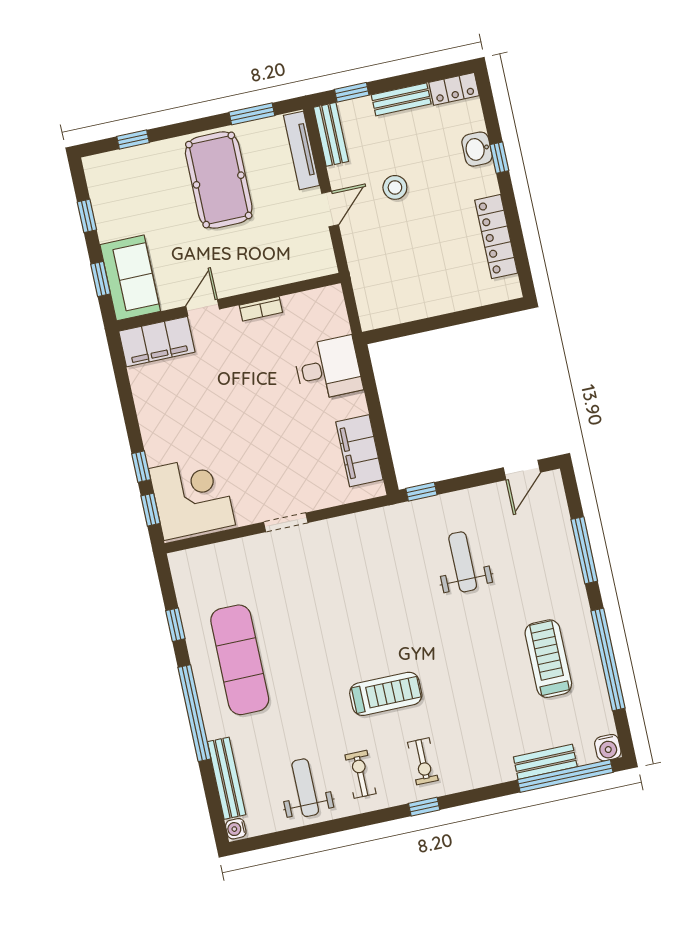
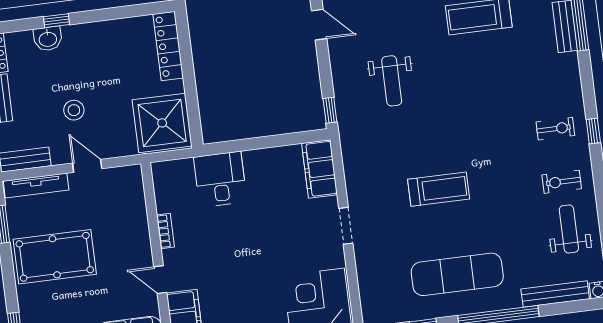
locker: (496, 237) -> (168, 46), moved, turned 90
shower: (389, 294) -> (162, 123), added
filing cabinet: (359, 451) -> (320, 169), moved, turned 90
weight bench: (463, 562) -> (392, 81), turned -90
treadmill: (386, 694) -> (439, 189), moved, turned 90
weight bench: (305, 788) -> (569, 229), turned 90

